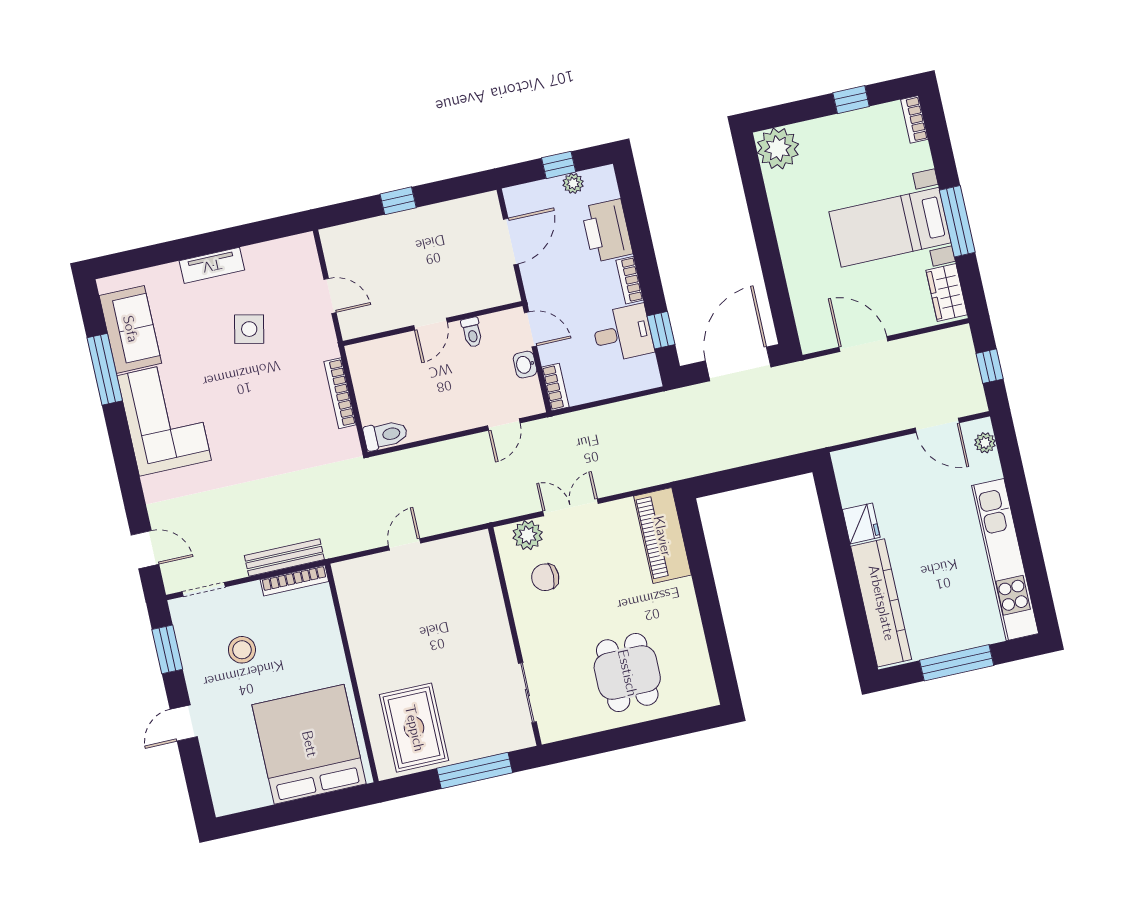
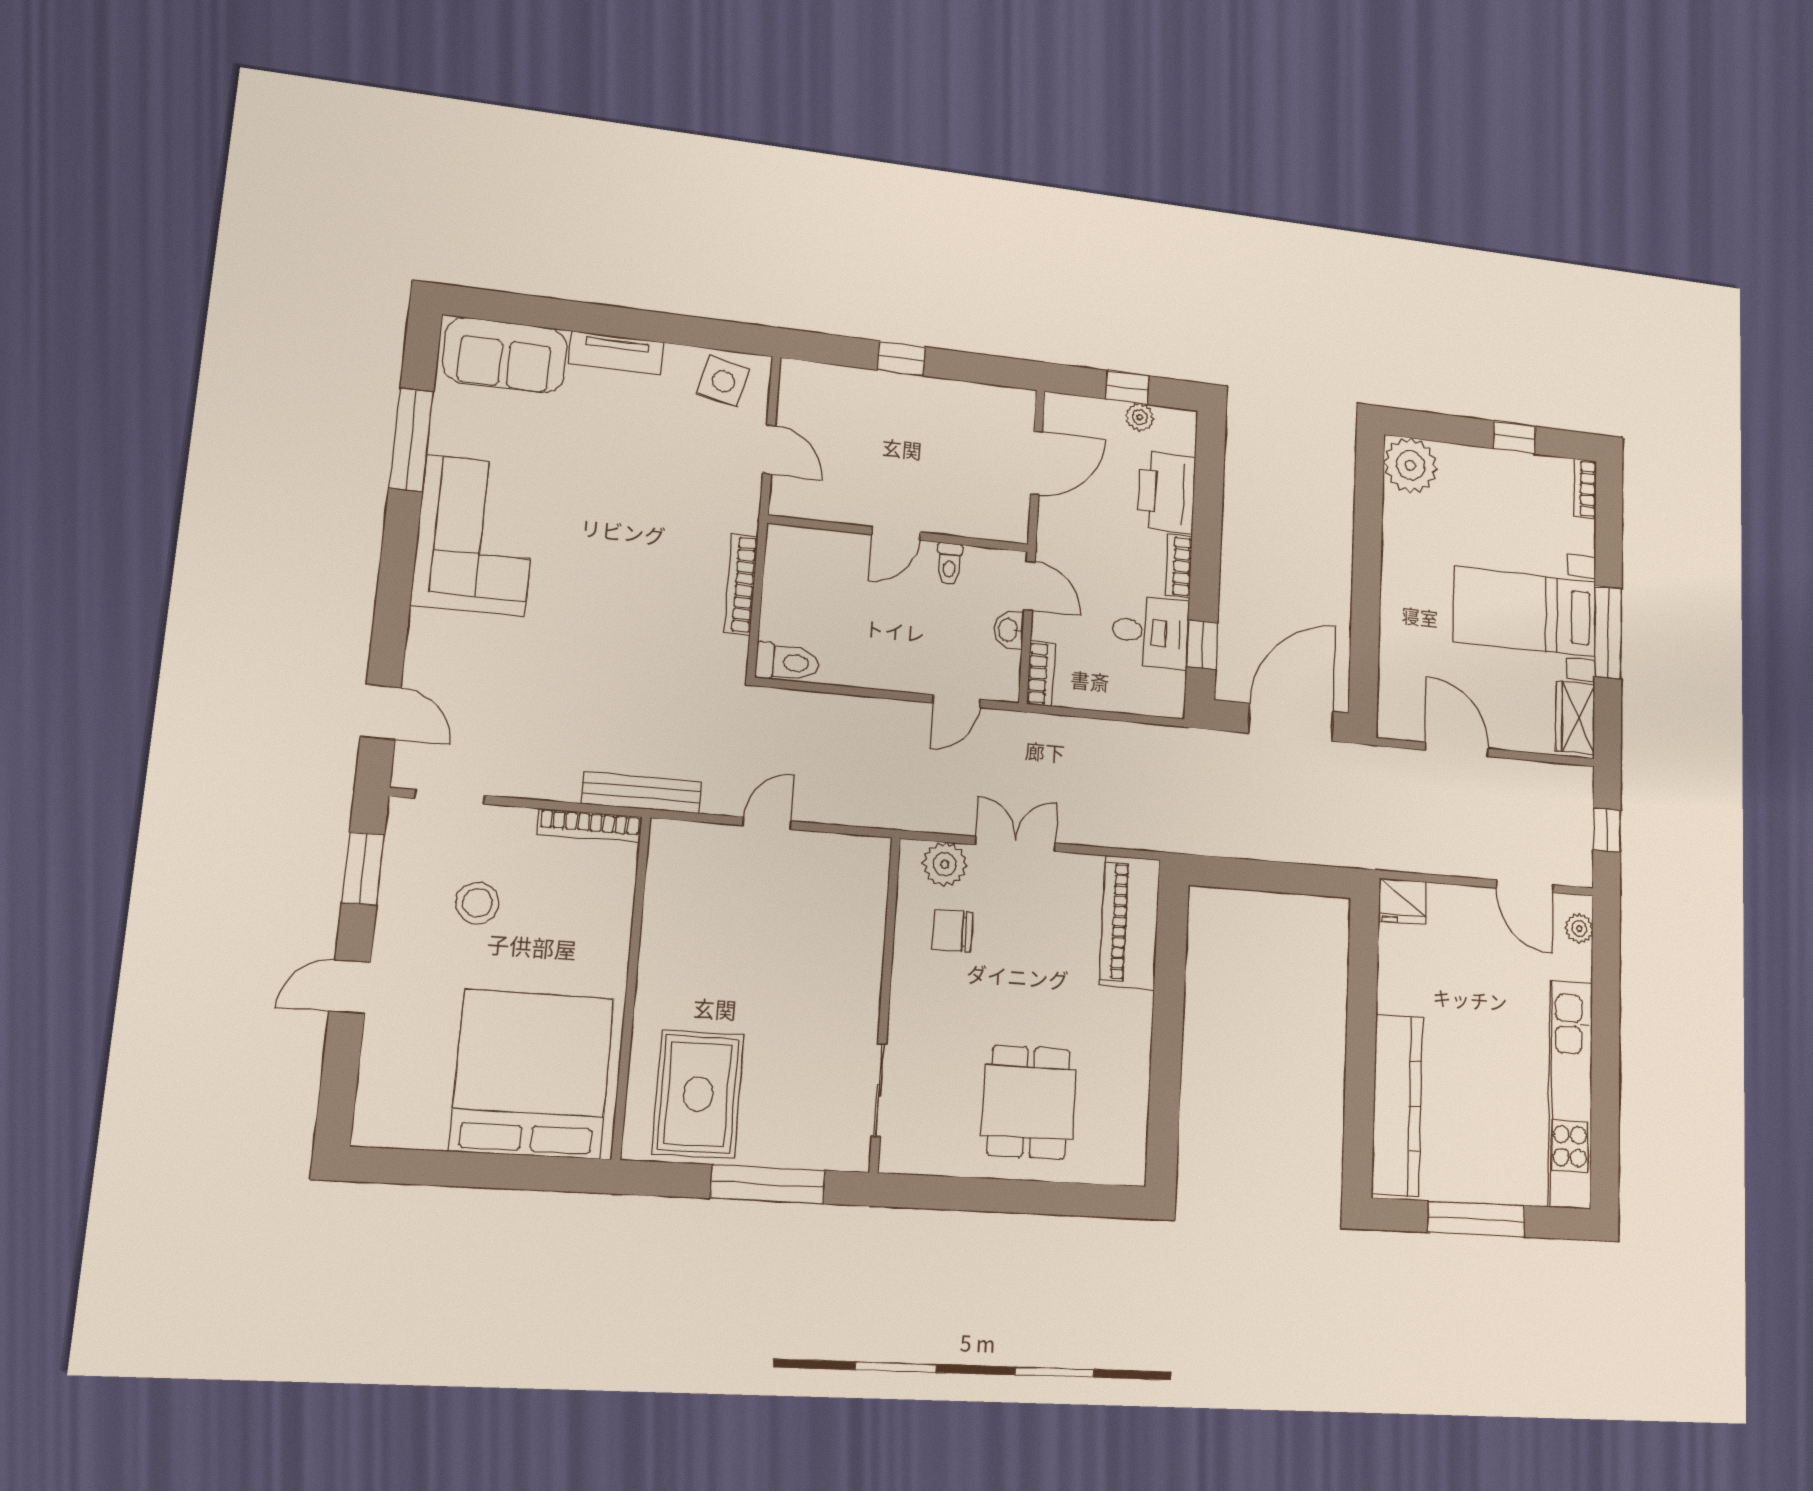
sofa: (130, 329) -> (505, 355), moved, turned 90
side table: (249, 329) -> (723, 381), moved
fridge: (861, 523) -> (1403, 901), moved, turned 90
bench: (284, 558) -> (642, 793), moved

